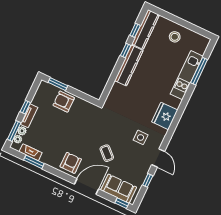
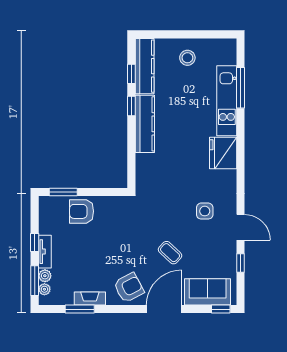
fridge: (165, 116) -> (223, 153), moved
fireplace: (31, 152) -> (90, 298), moved
armchair: (71, 163) -> (129, 288), turned 62

